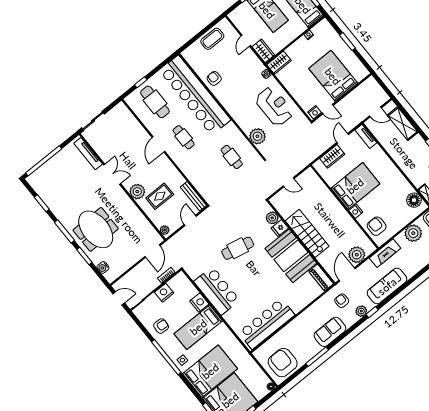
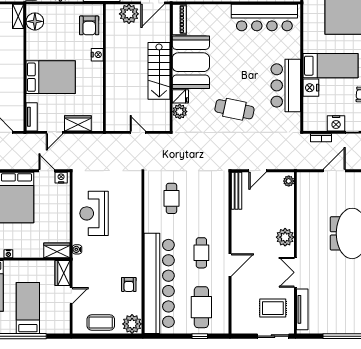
plant: (257, 136) -> (132, 324), moved
bed: (355, 186) -> (51, 77), moved, turned 180
rug: (160, 196) -> (273, 308), moved
door: (152, 251) -> (334, 171), moved

